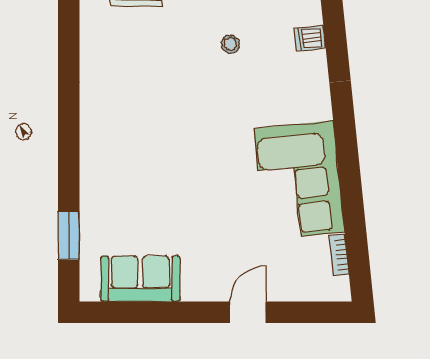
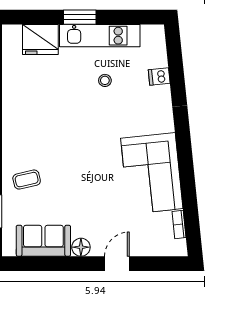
coffee table: (116, 189) -> (27, 180), added
floor lamp: (195, 288) -> (81, 247), added

